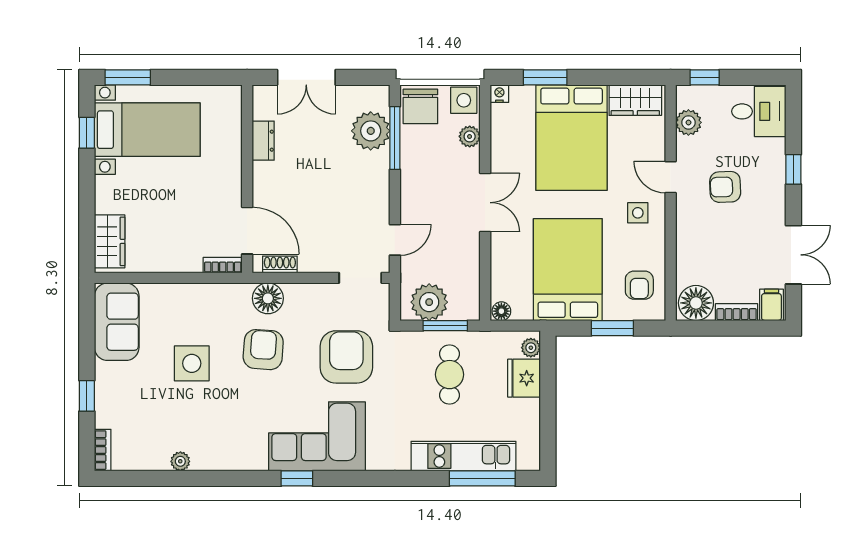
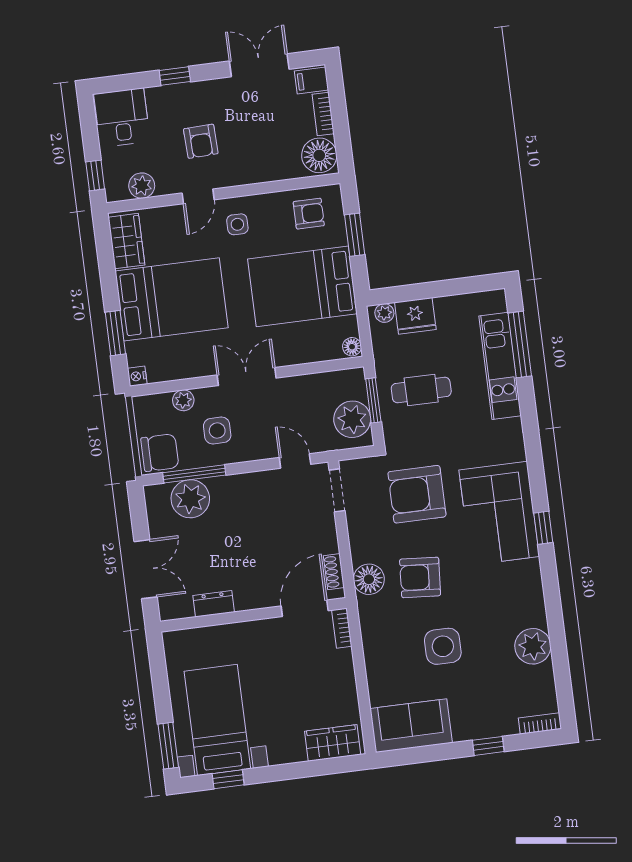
side table: (464, 100) -> (217, 431), moved
plant: (180, 461) -> (533, 646), width x1.87, depth x1.87

